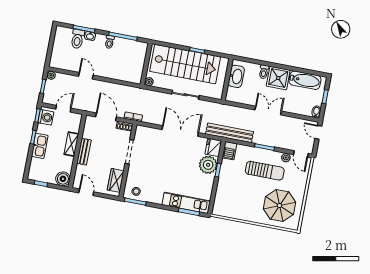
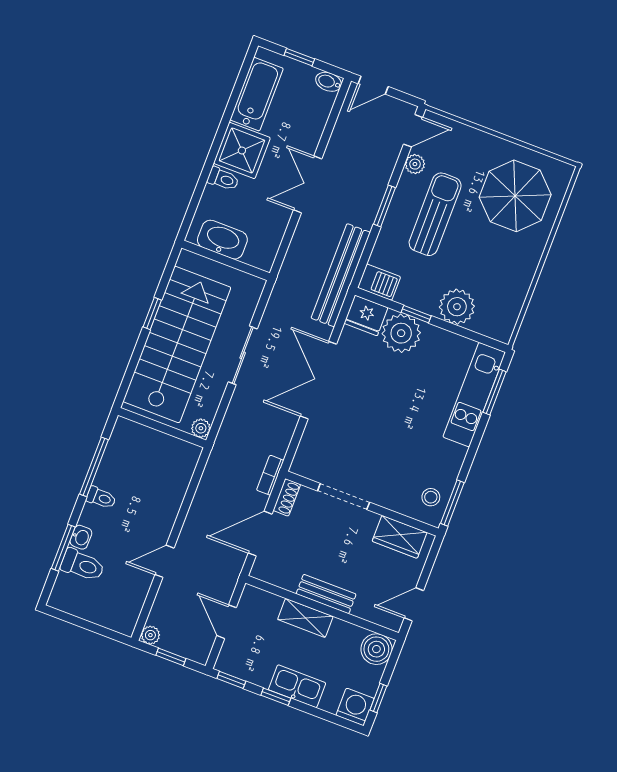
washing machine: (46, 117) -> (355, 707), moved
plant: (225, 188) -> (457, 307), added

